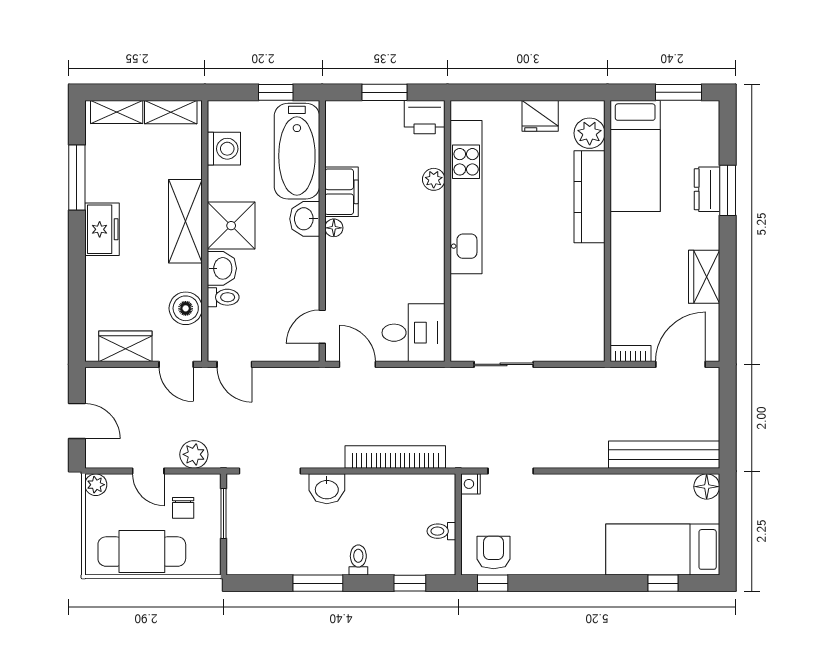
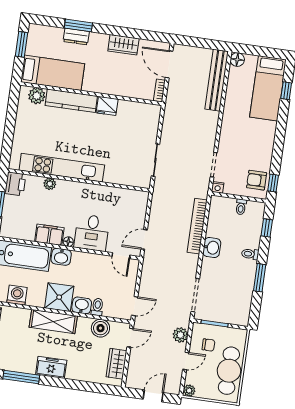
fridge: (540, 116) -> (107, 106), moved, turned 90
desk: (413, 333) -> (92, 233), moved, turned 180
washbasin: (327, 489) -> (212, 248), moved

